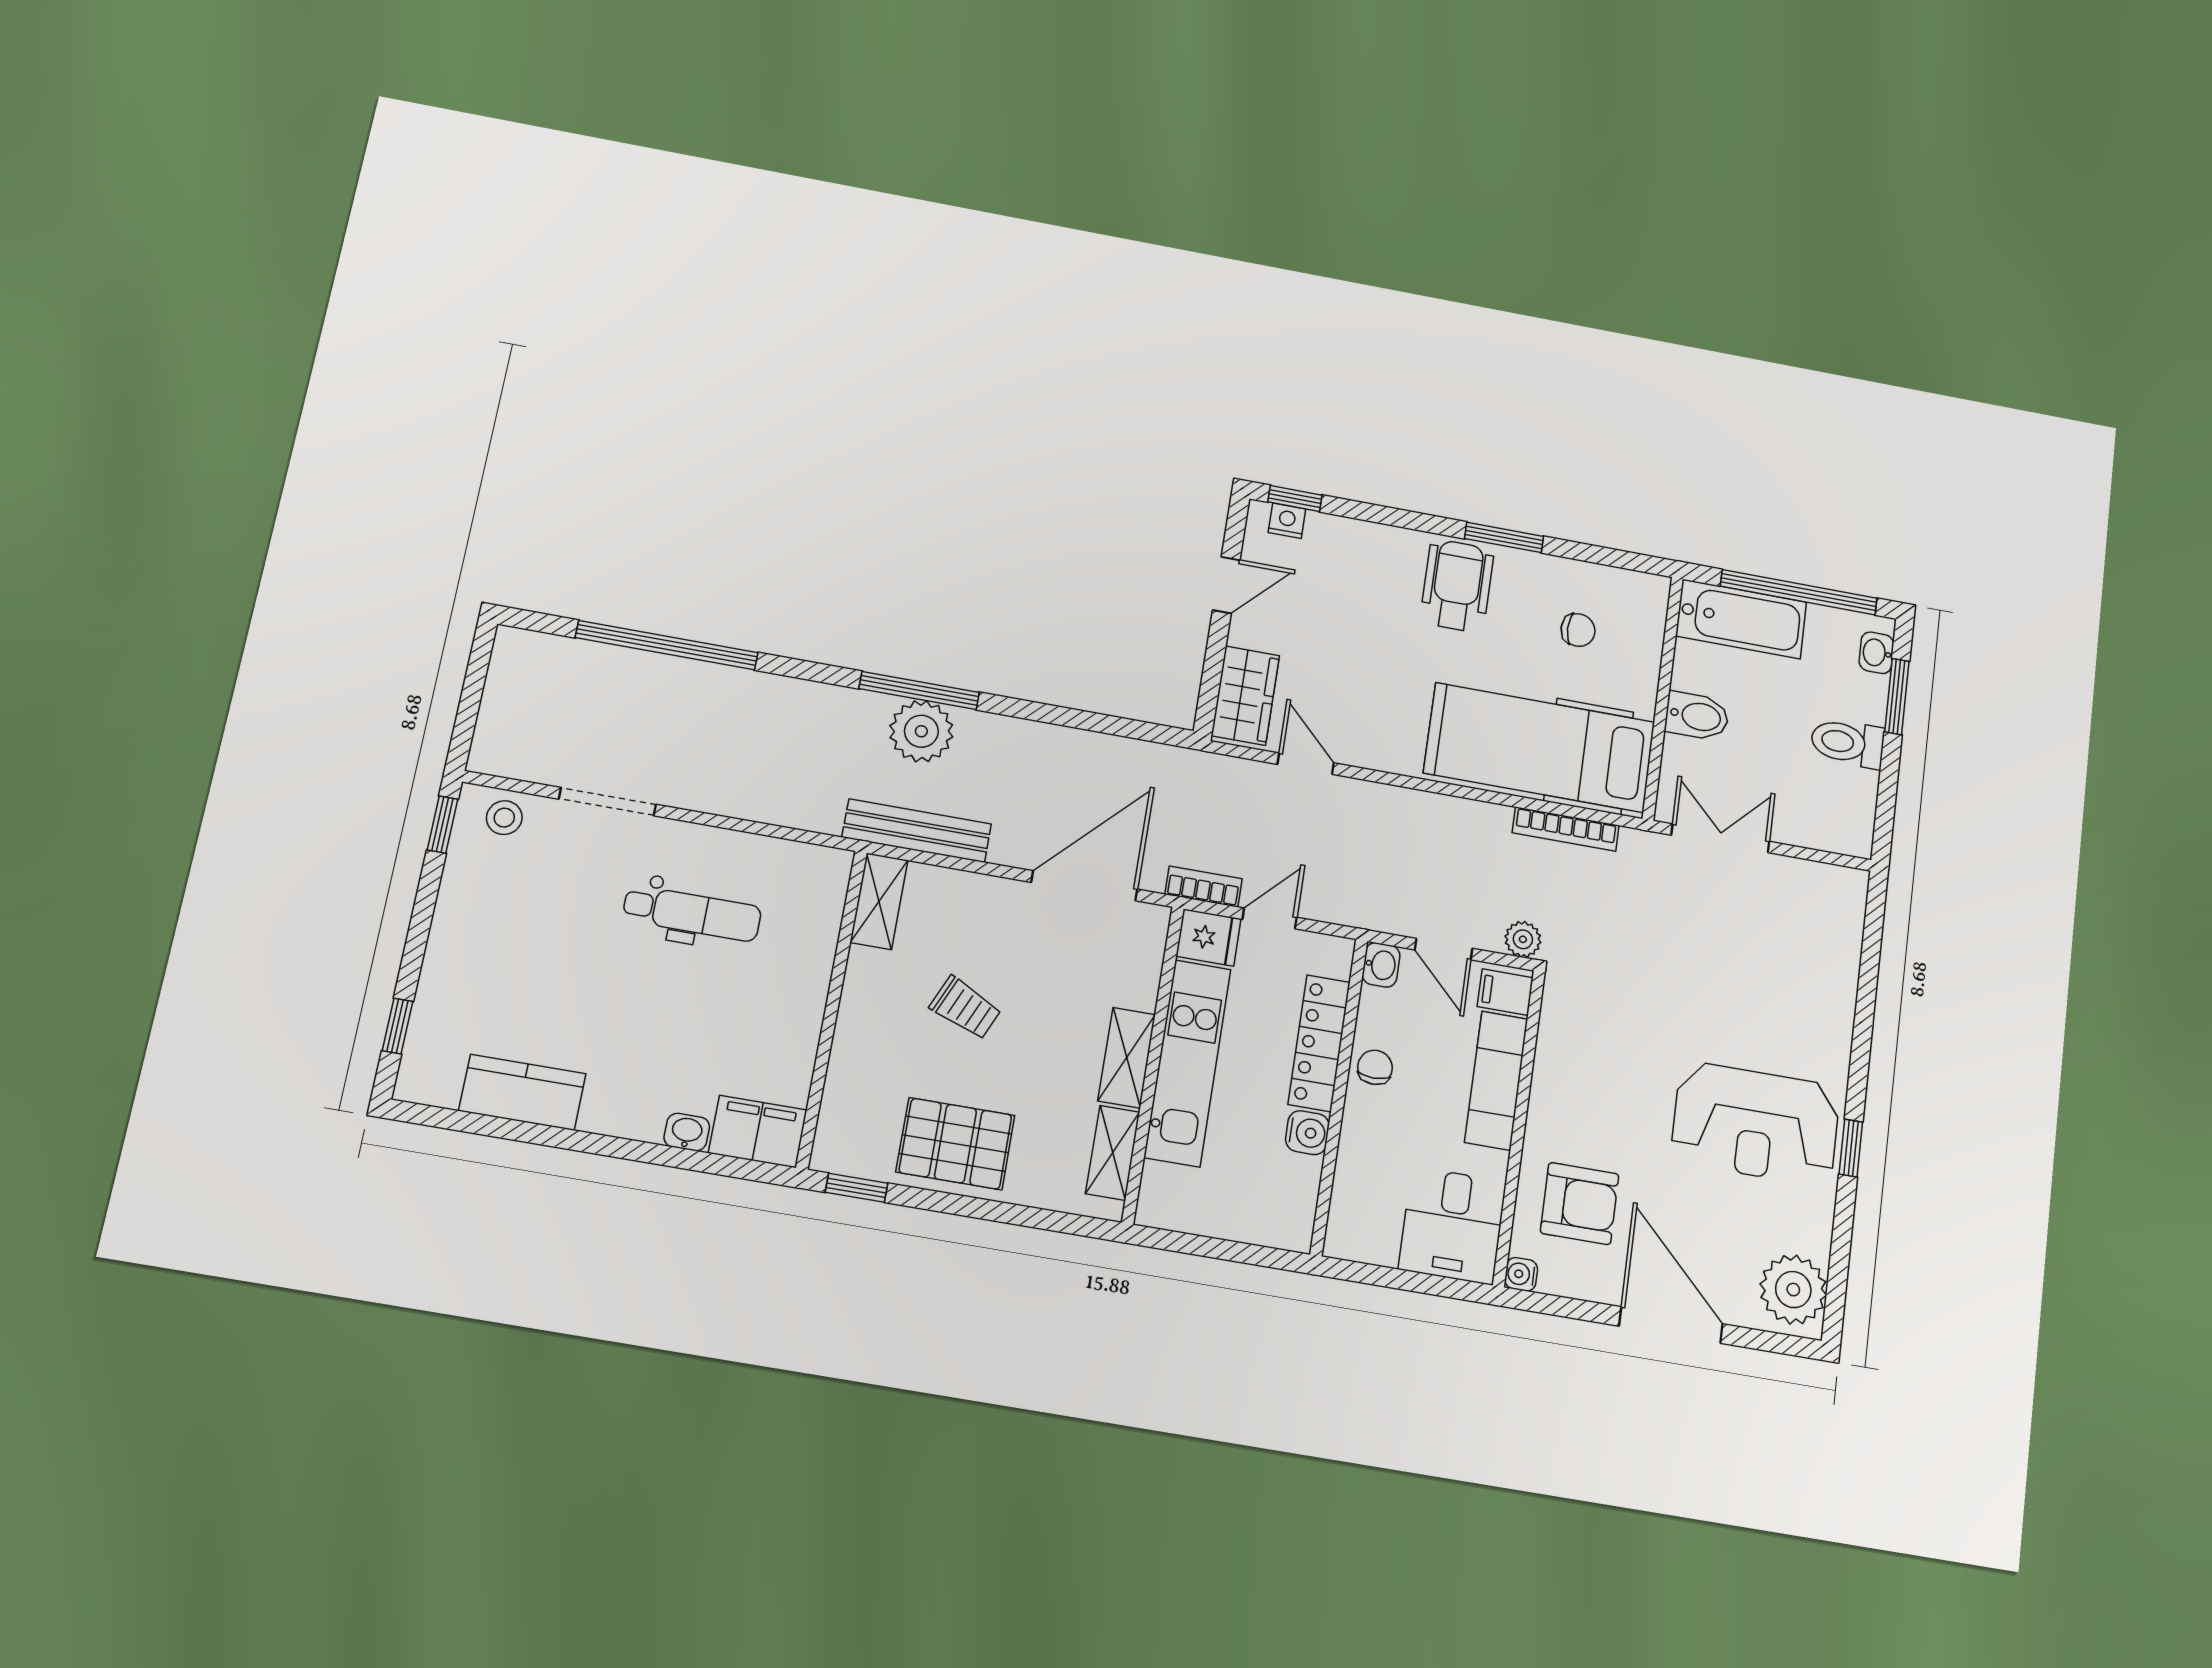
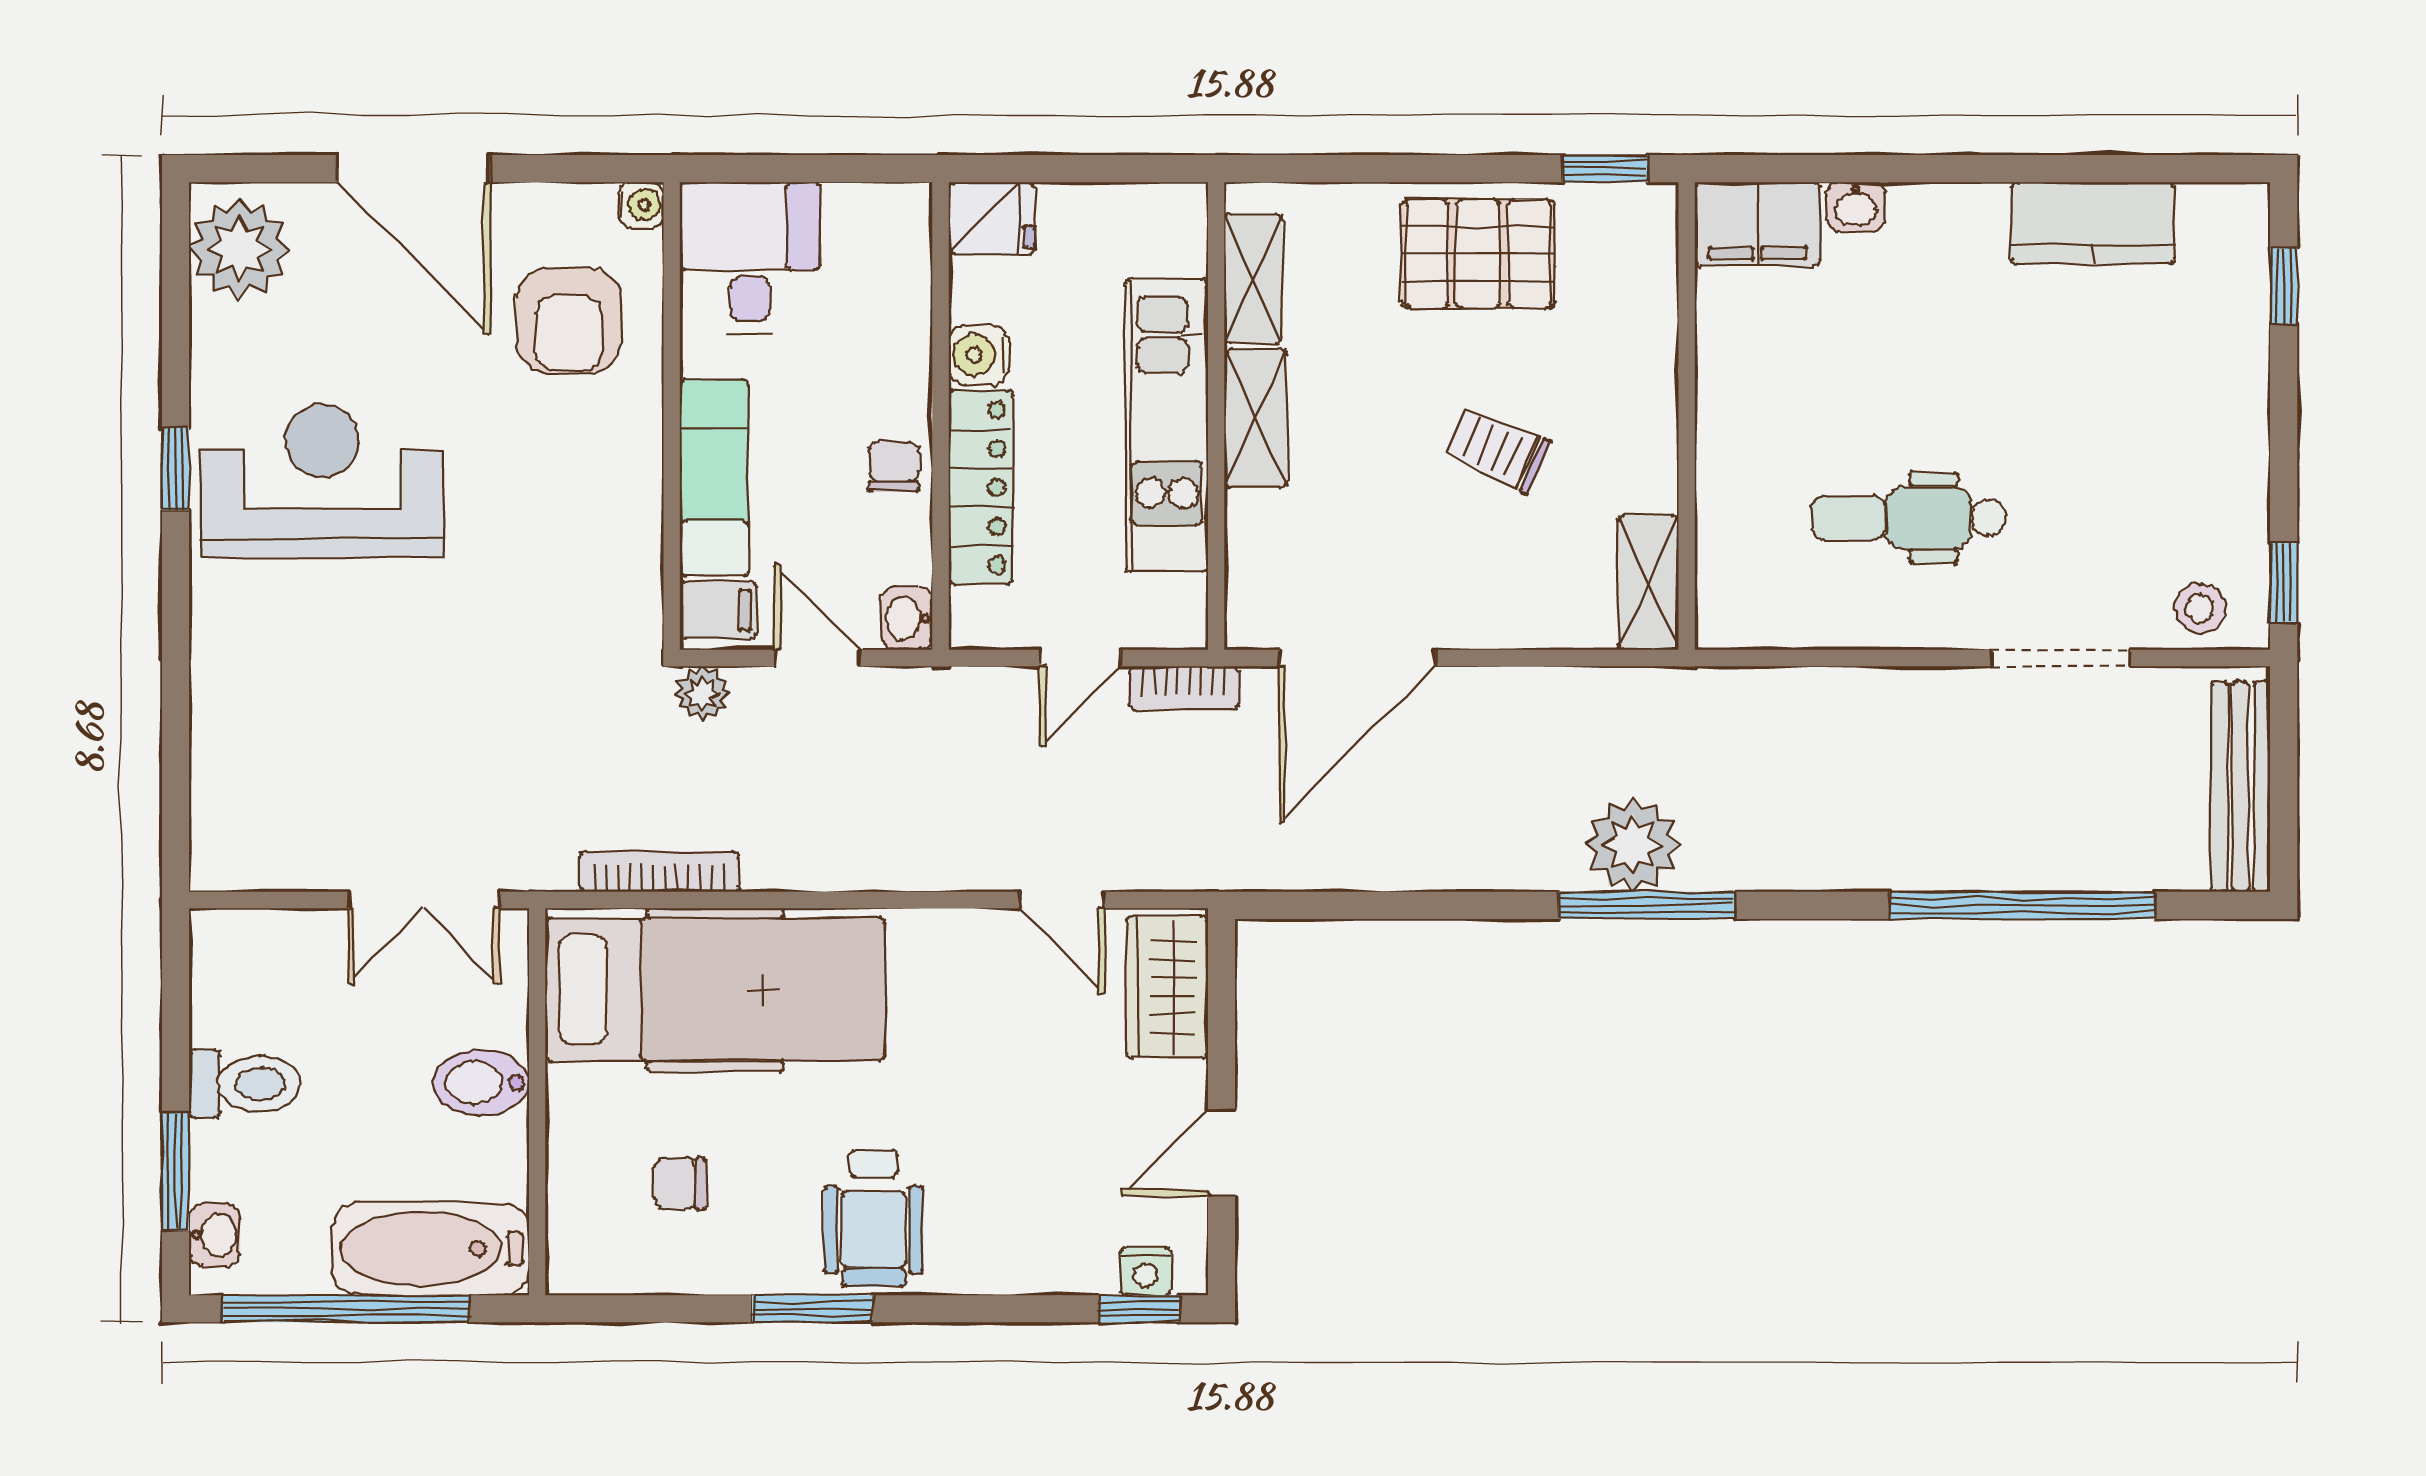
bench: (917, 831) -> (2241, 786), moved, turned 90
fridge: (1209, 938) -> (992, 218), moved, turned 180
chair: (1375, 1067) -> (894, 466), turned 180
armchair: (1580, 1204) -> (569, 320), turned -90

